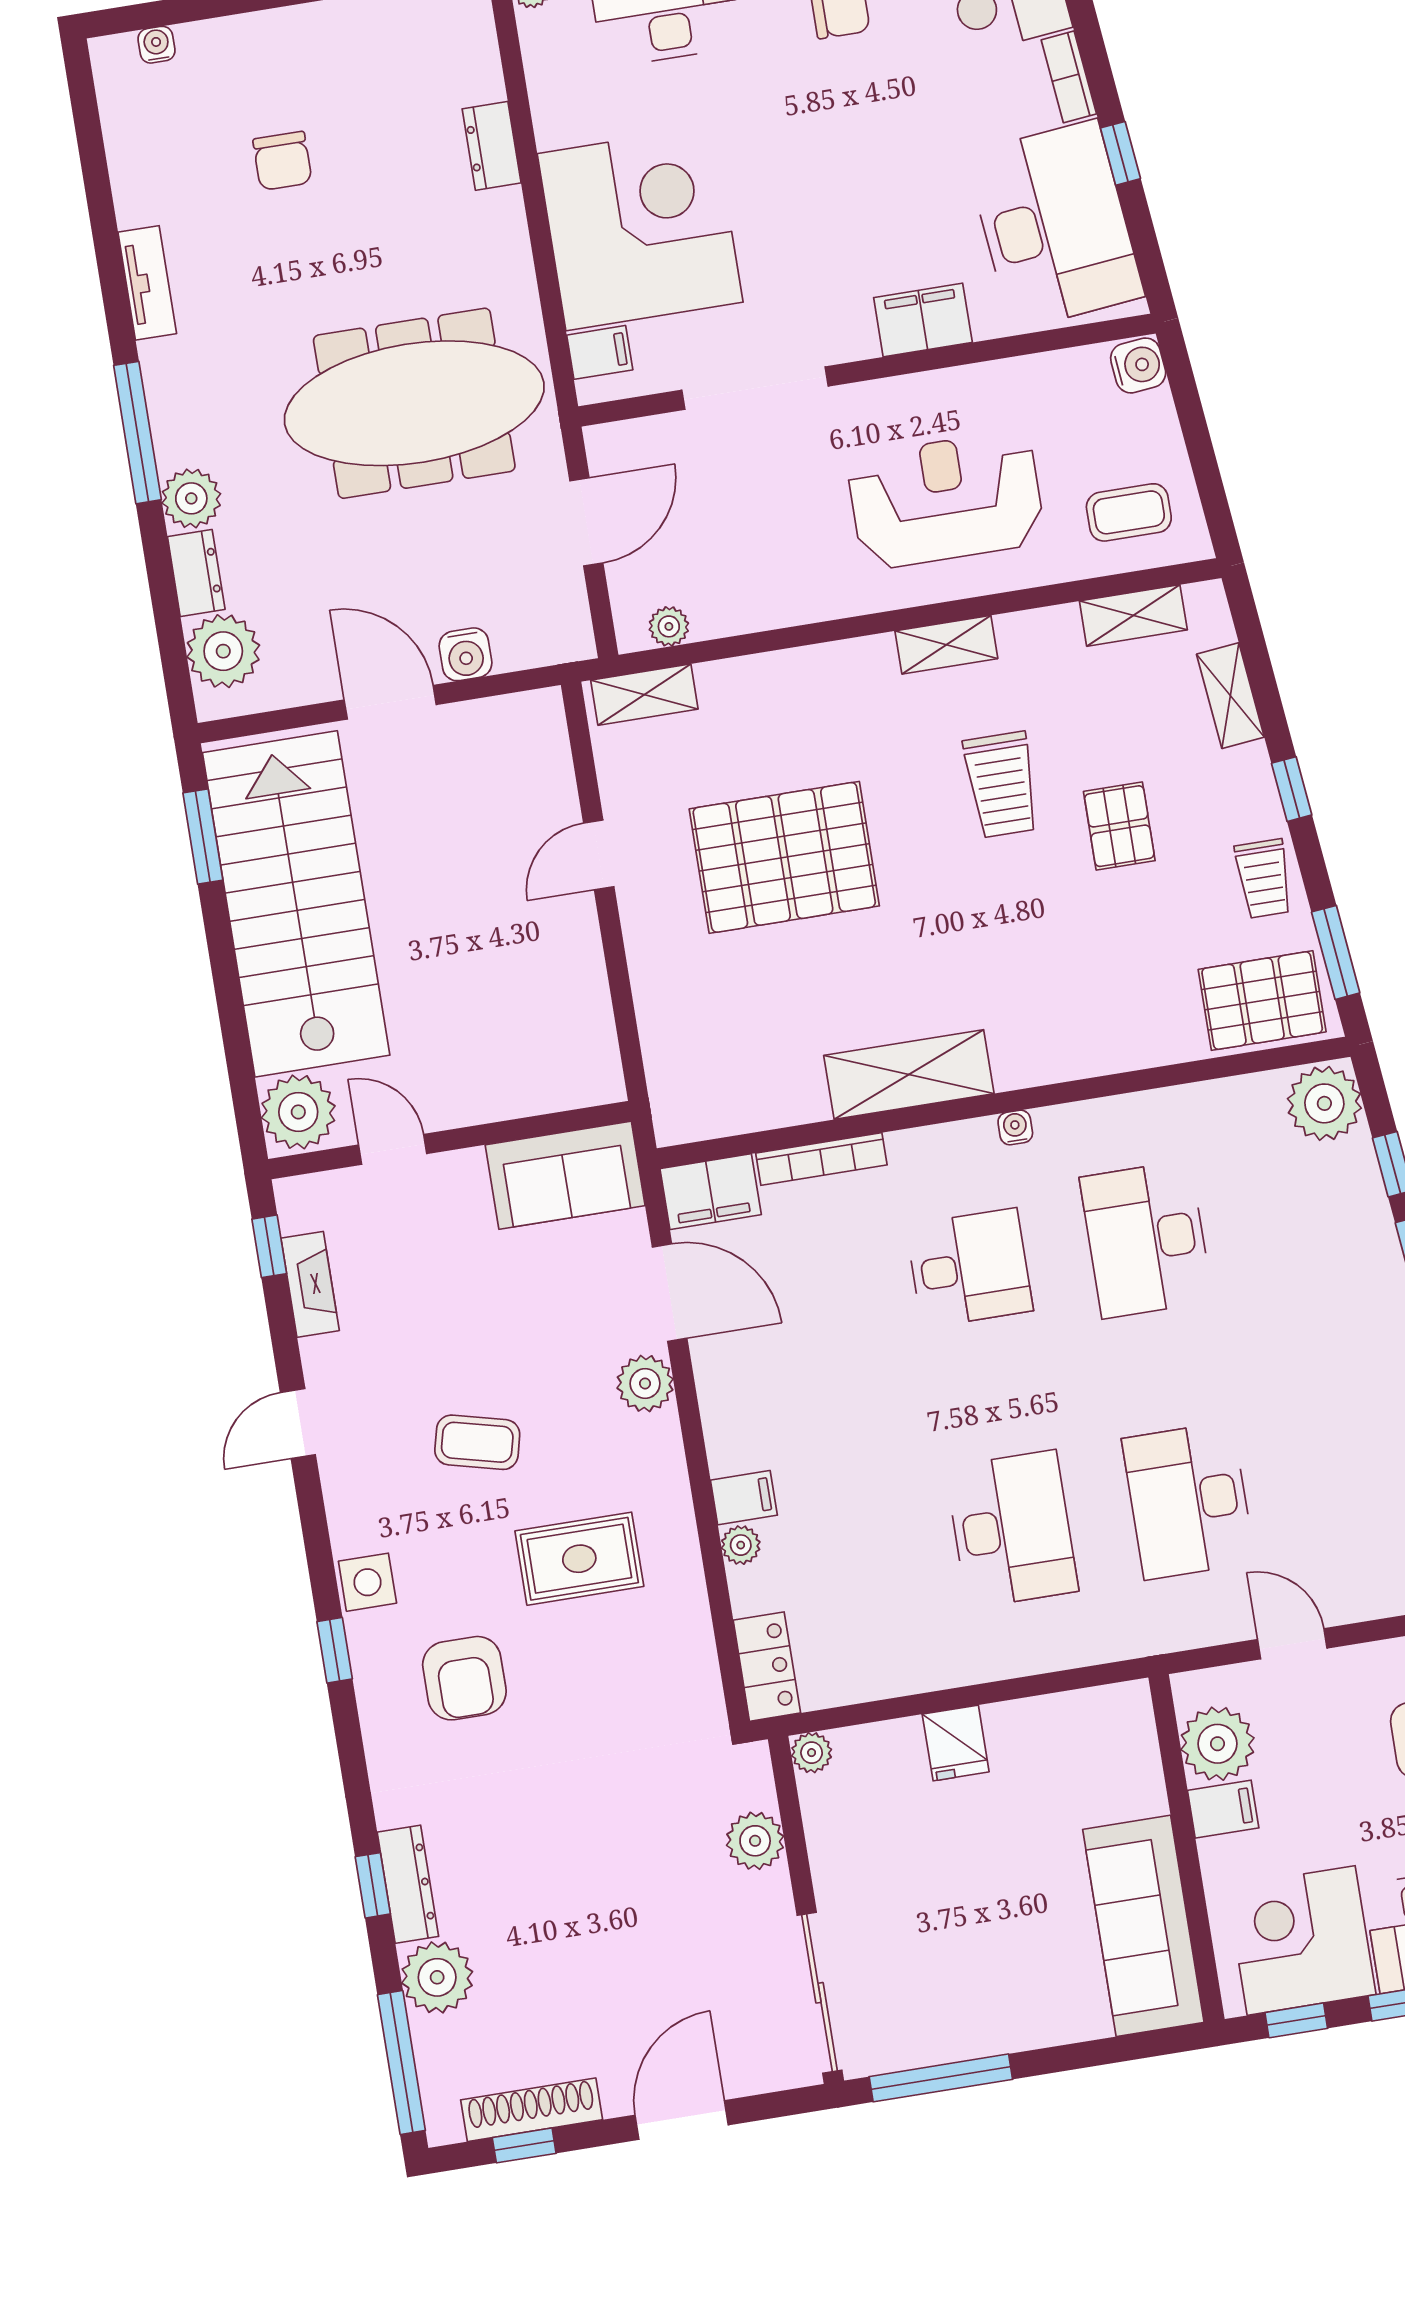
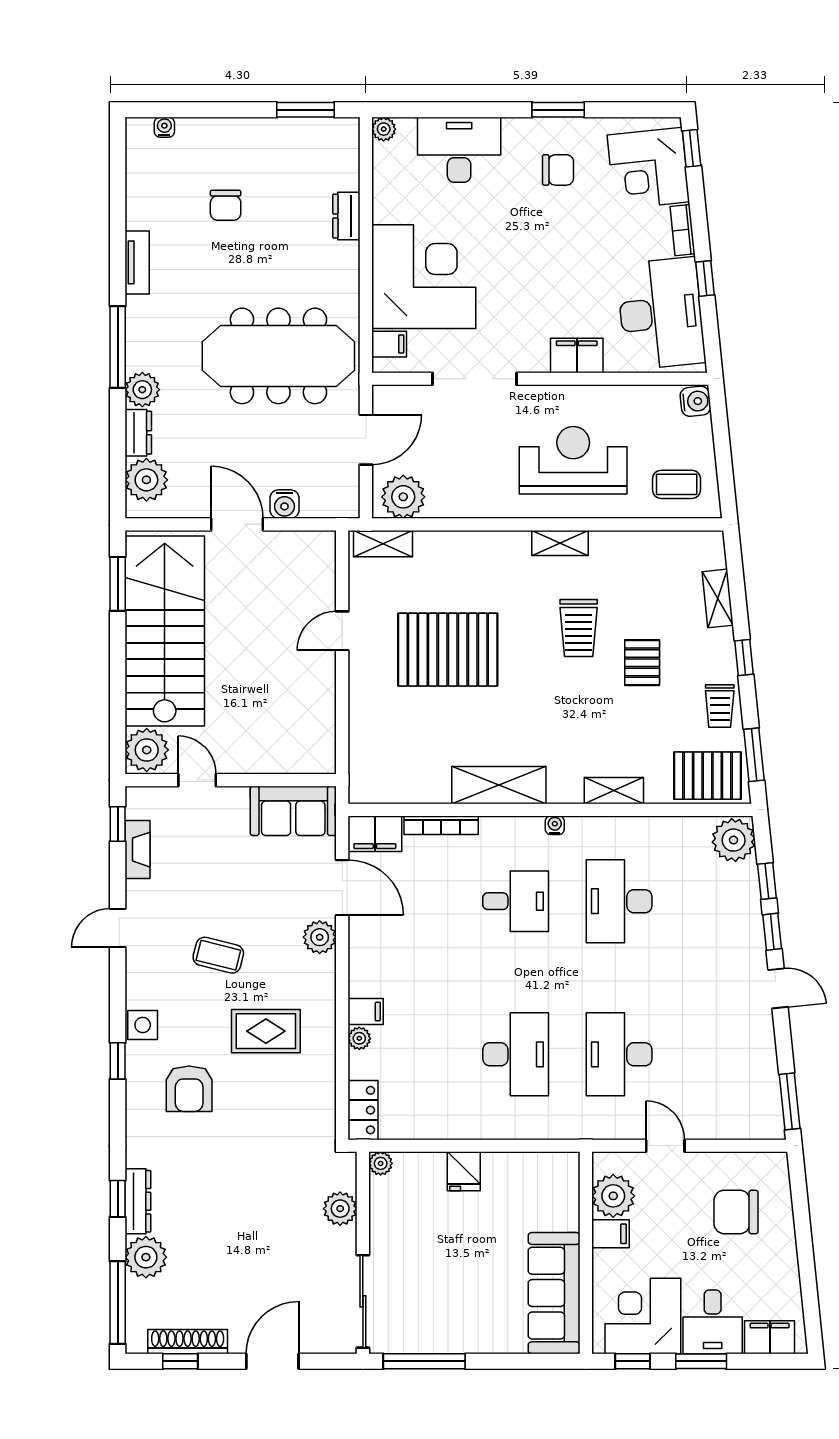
shelving: (1133, 615) -> (614, 791), moved
plant: (669, 626) -> (403, 497), width x1.88, depth x1.88

